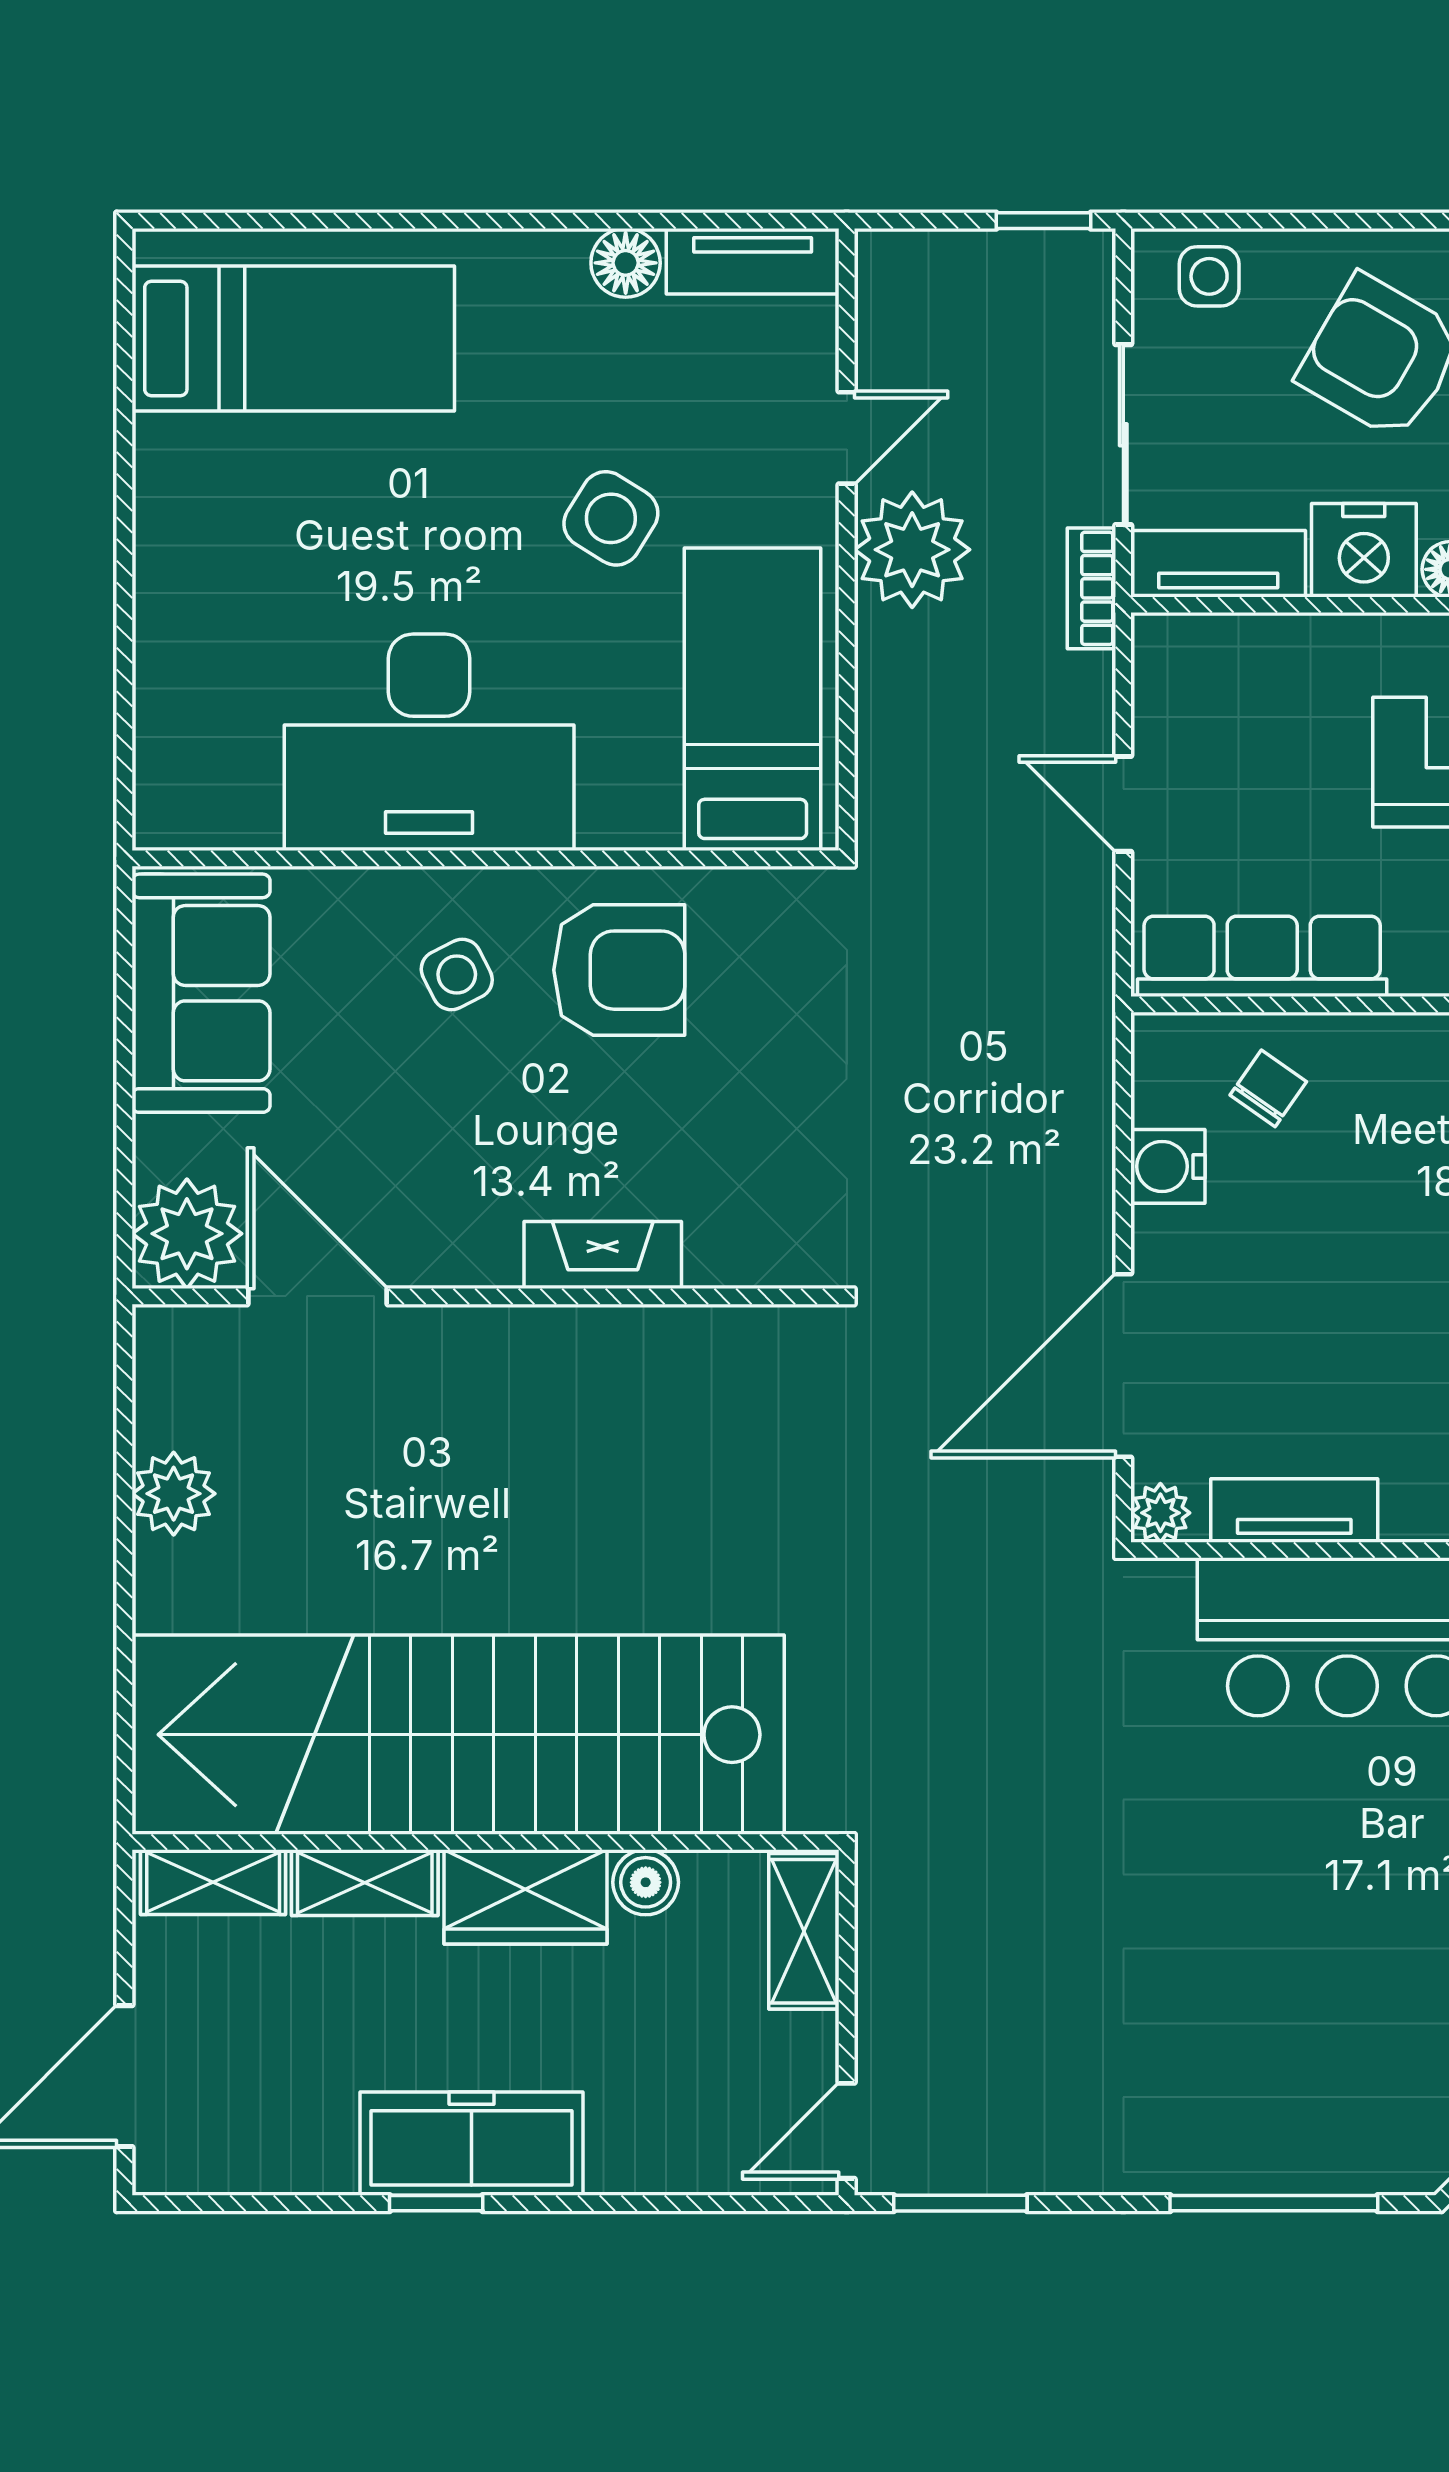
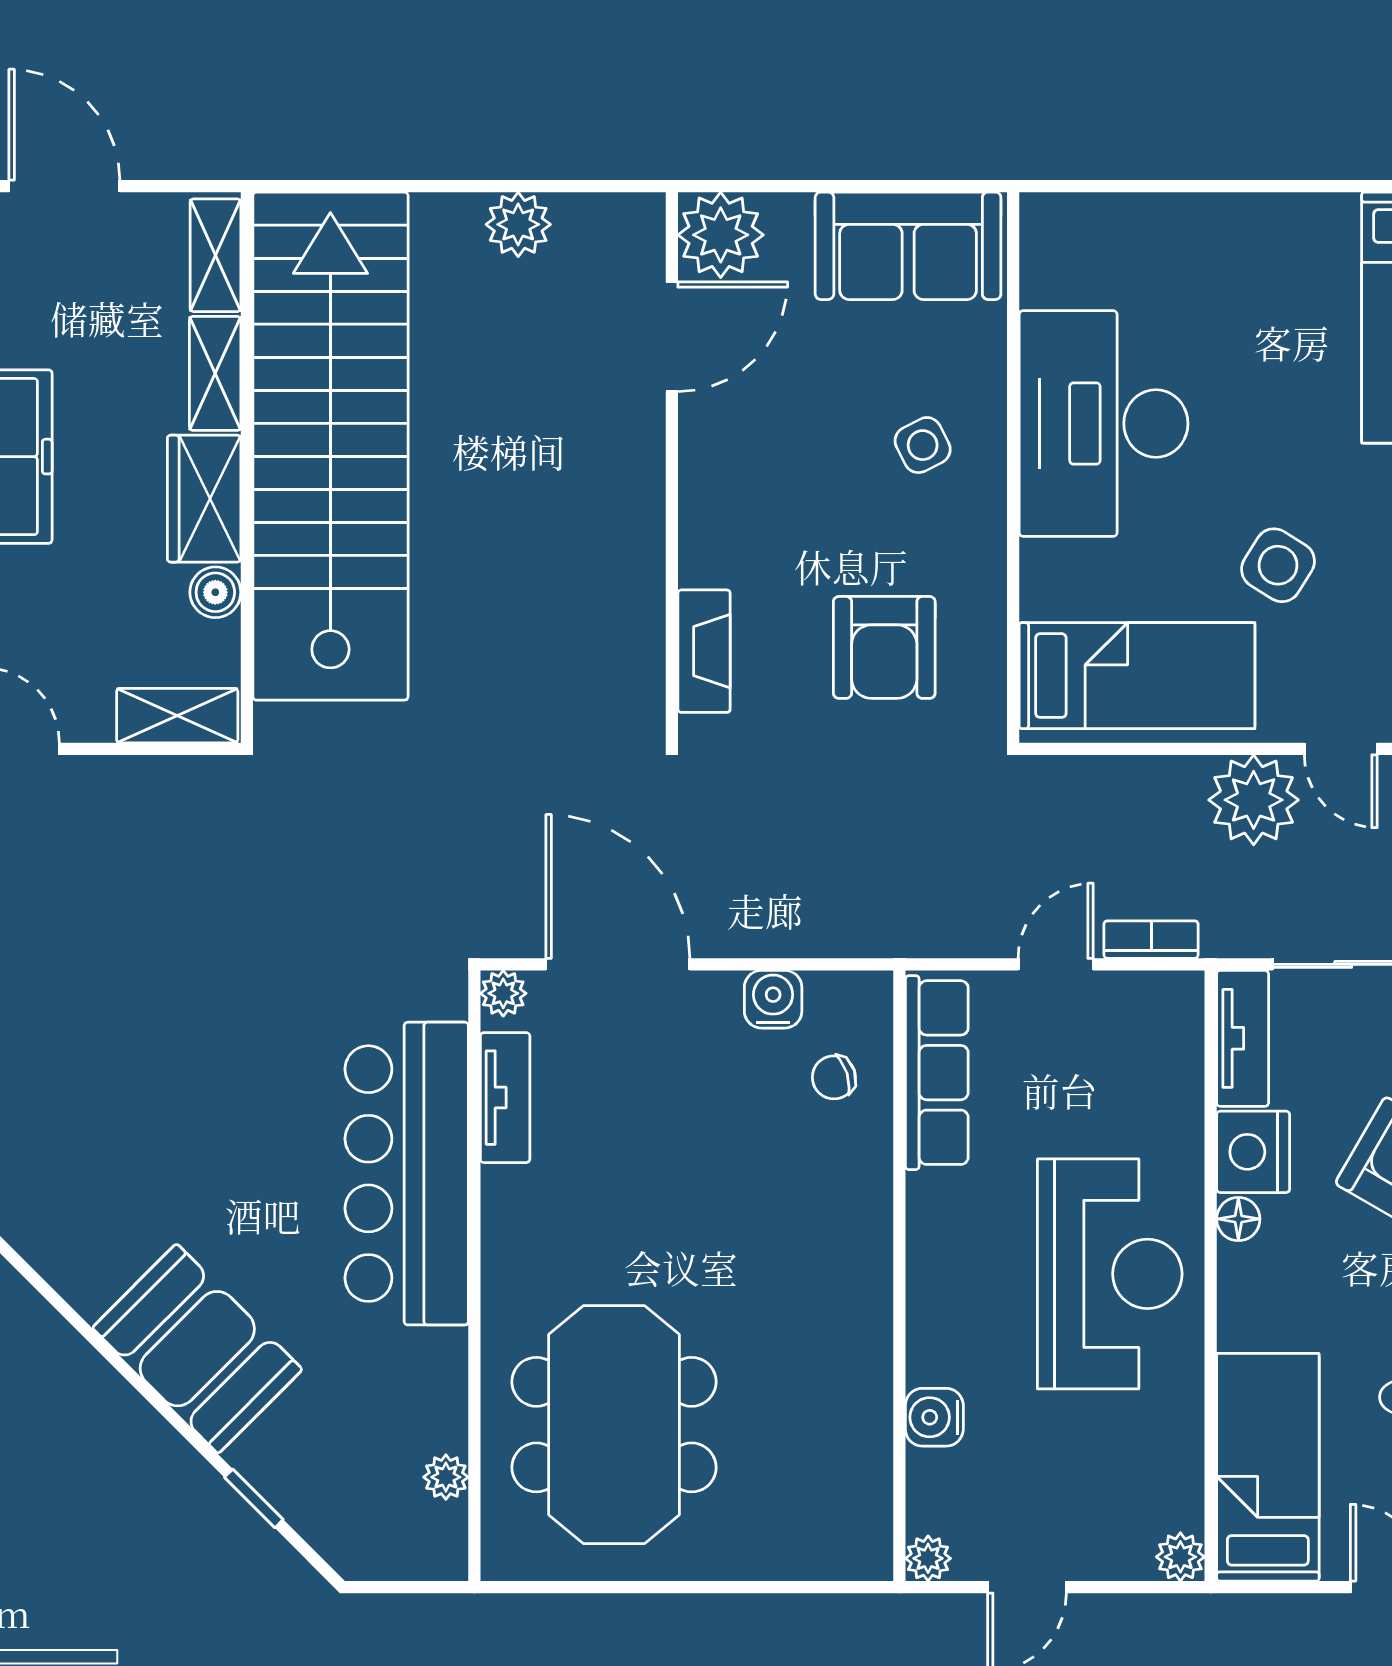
bookcase: (1091, 588) -> (1151, 940), moved
armchair: (619, 970) -> (884, 647), moved
chair: (1268, 1088) -> (834, 1077), turned 127
fireplace: (603, 1255) -> (704, 651), moved

